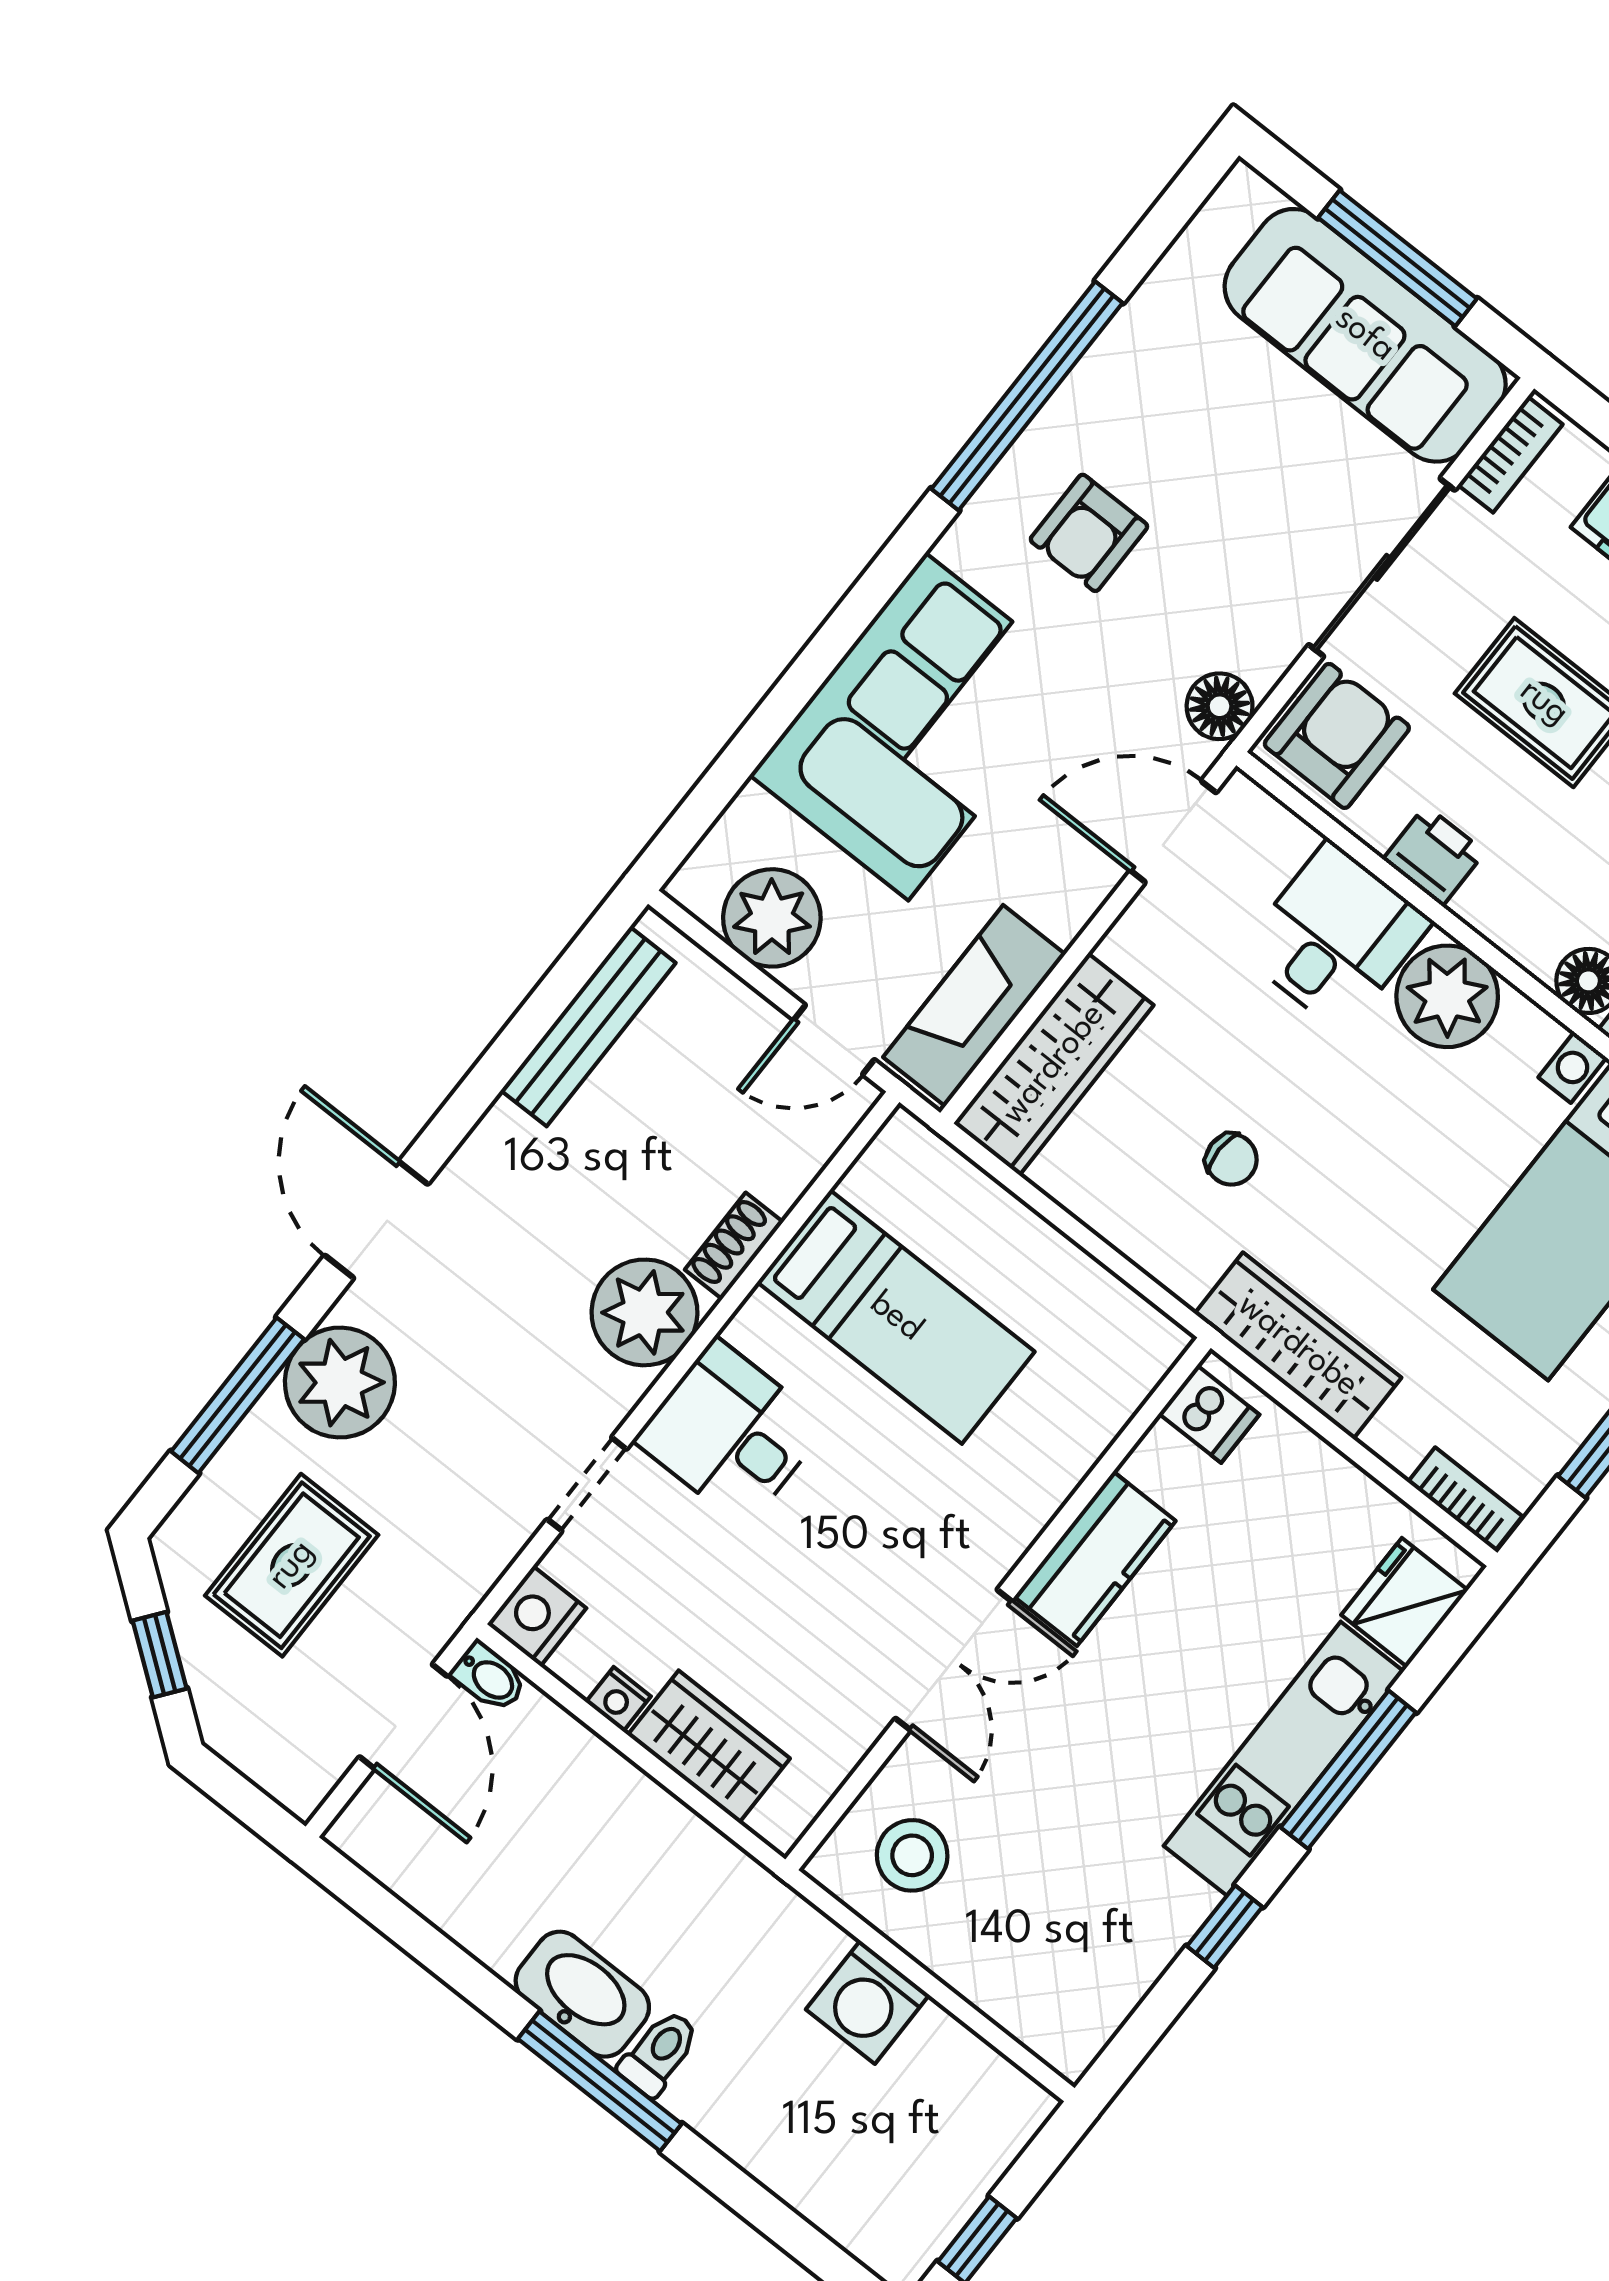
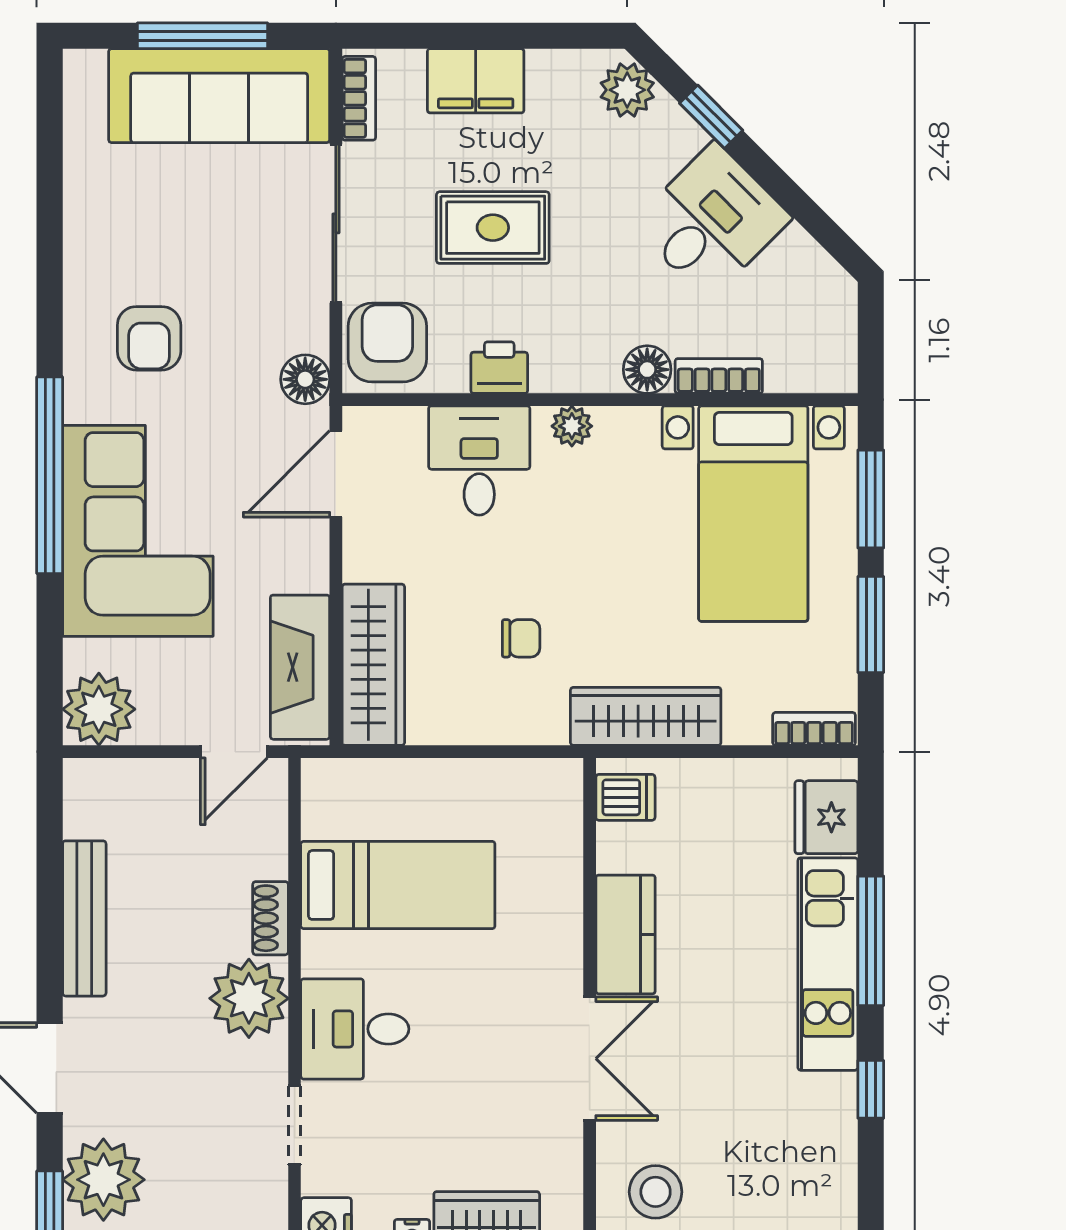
window: (1027, 396) -> (50, 475), moved
plant: (772, 918) -> (99, 709), moved
plant: (1447, 996) -> (572, 426), width x0.53, depth x0.53
bench: (588, 1027) -> (84, 918), moved

